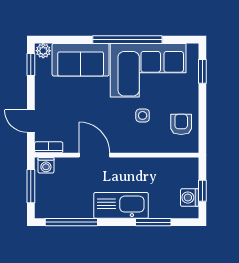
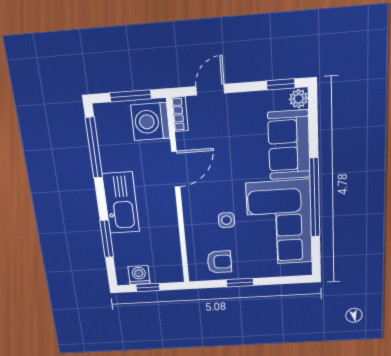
window: (202, 71) -> (240, 283), moved
washing machine: (46, 165) -> (150, 122), width x1.89, depth x1.89

